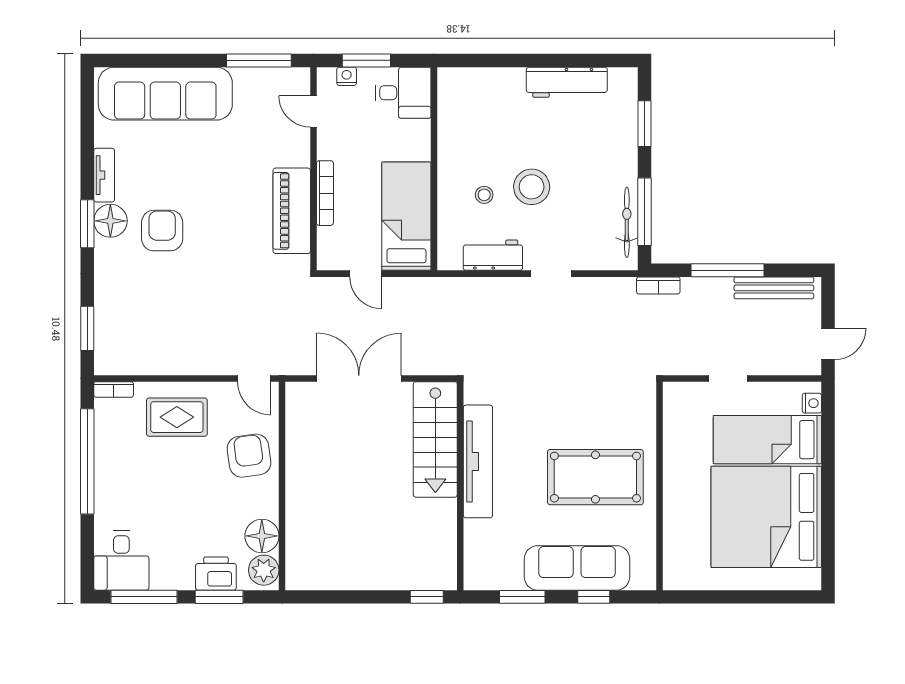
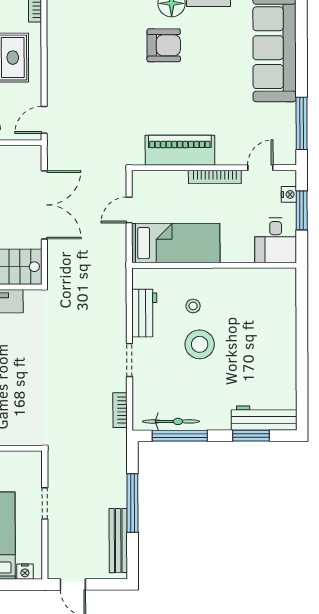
workbench: (567, 82) -> (264, 418), moved, turned 90
bookcase: (325, 193) -> (215, 177), moved
bookcase: (658, 285) -> (120, 410), moved

